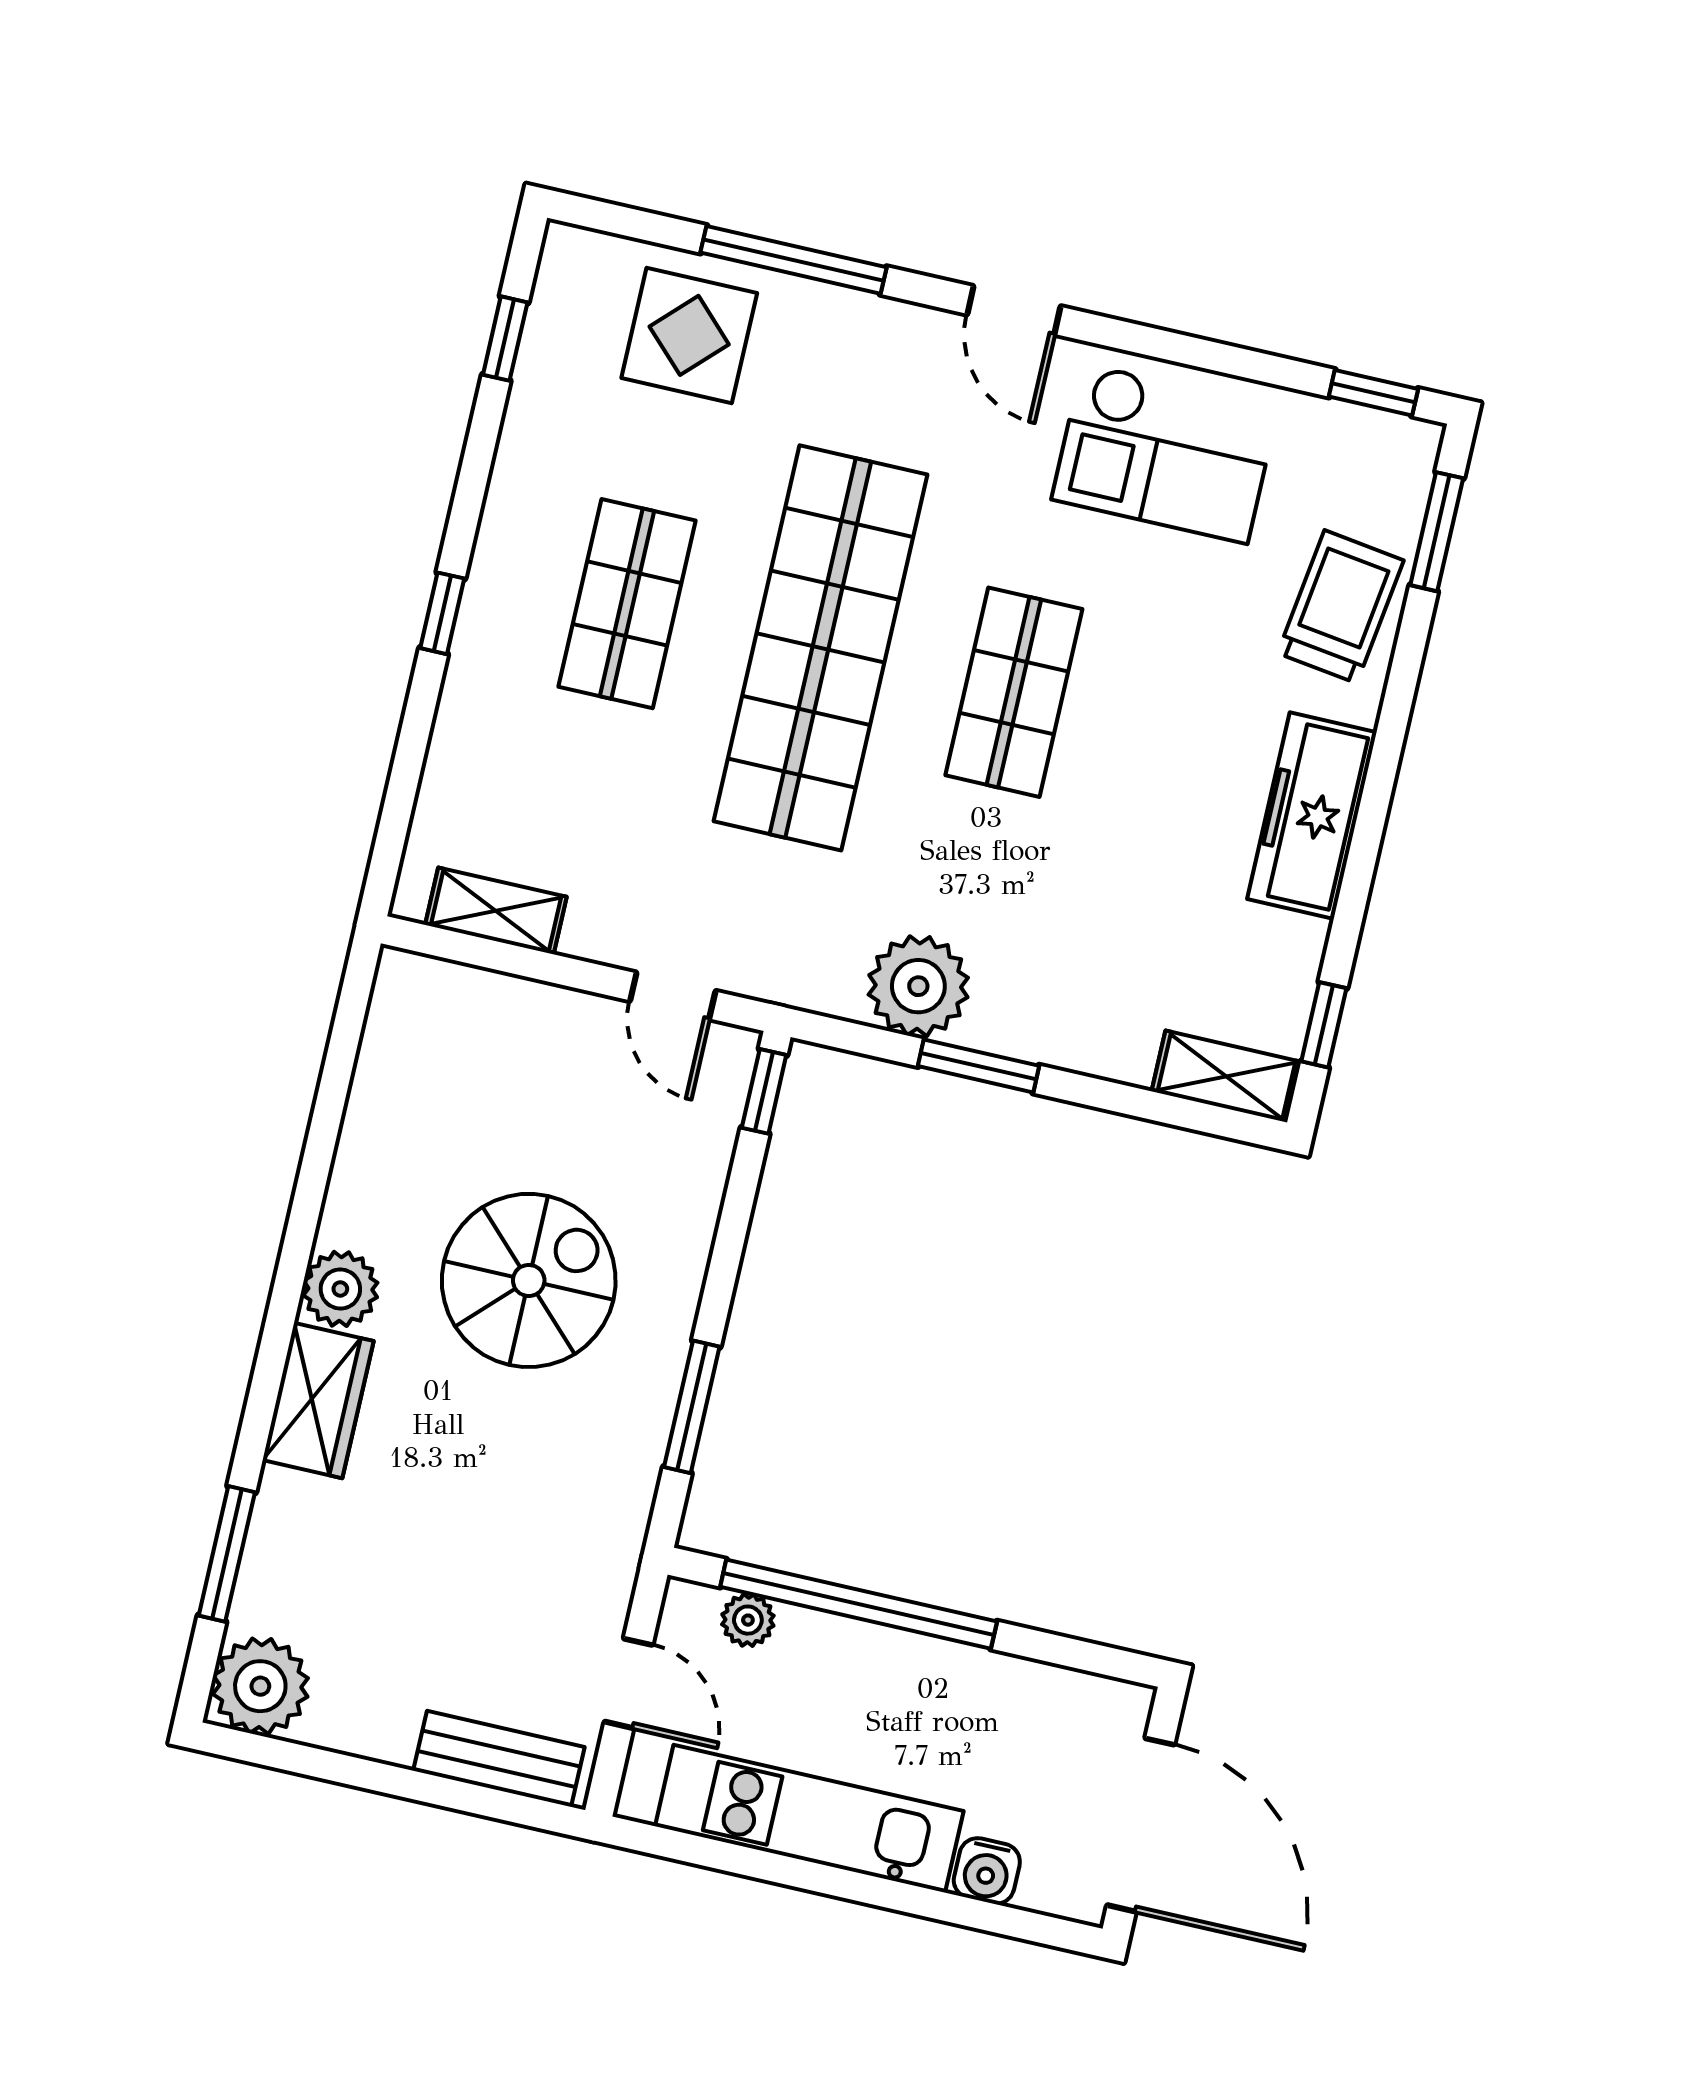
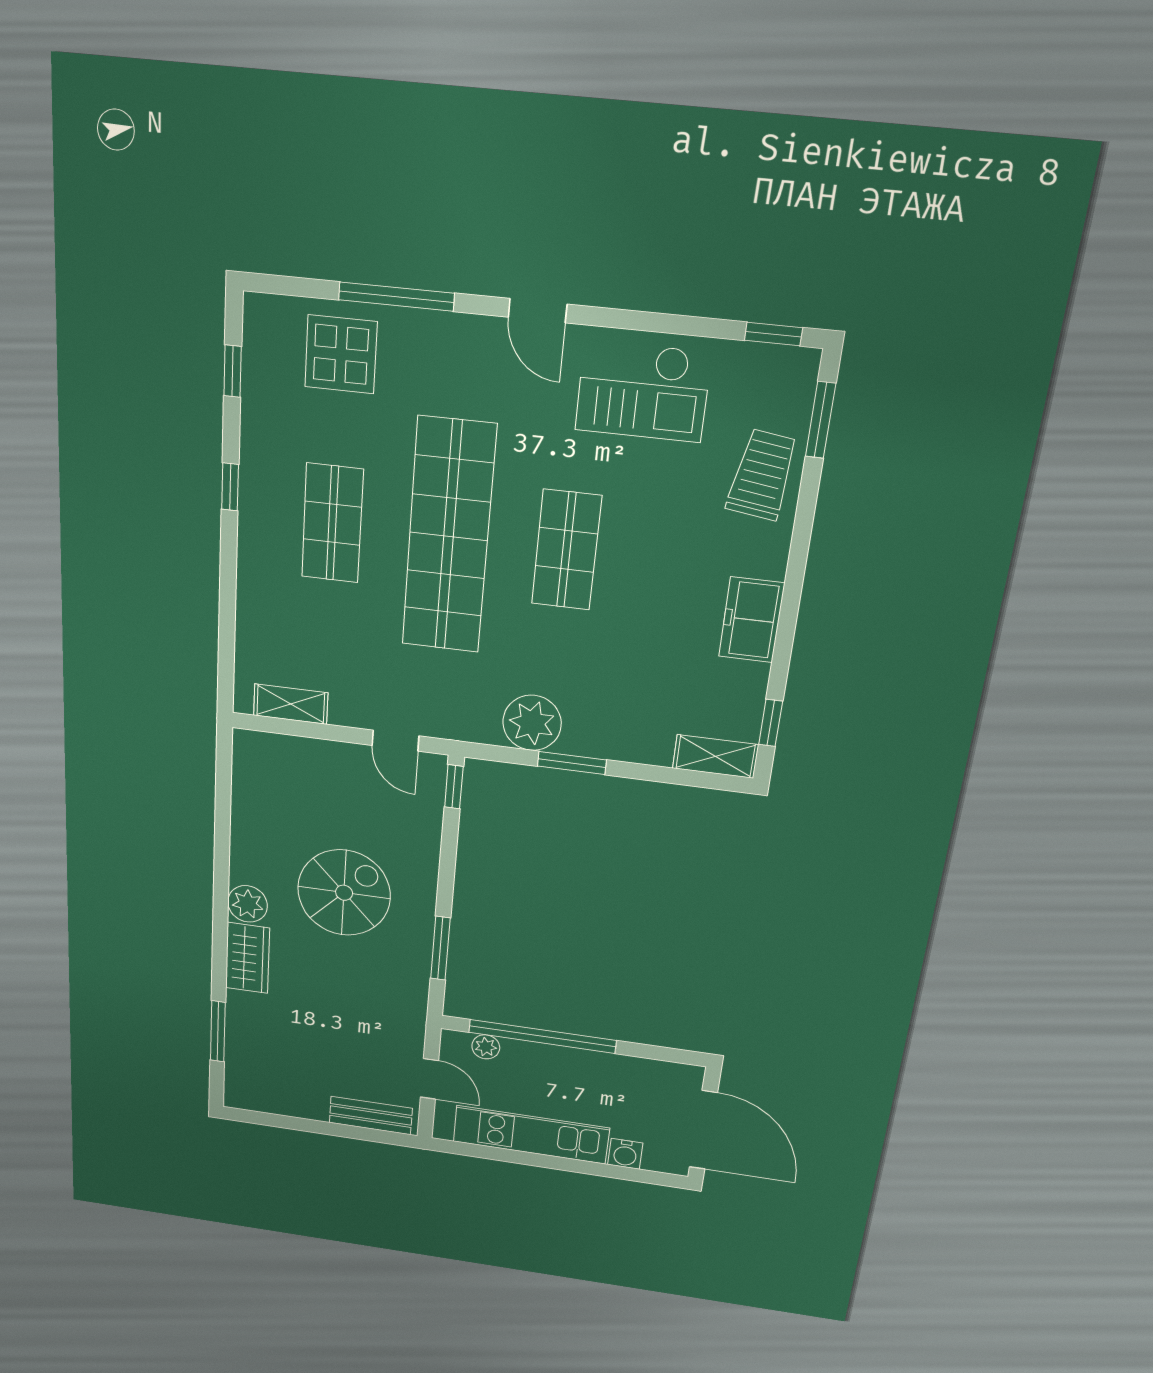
window: (442, 613) -> (230, 487), moved
freezer: (1312, 816) -> (752, 620), width x0.71
plant: (260, 1686) -> (247, 1089), removed

